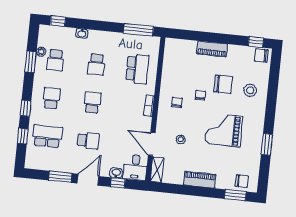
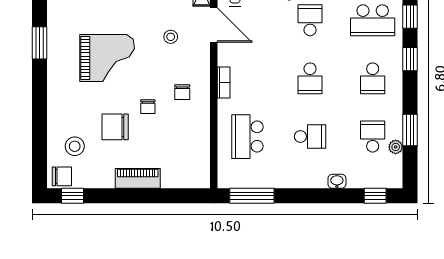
school desk: (96, 65) -> (310, 137), turned 90
stool: (250, 90) -> (75, 146), moved
school desk: (88, 141) -> (310, 20), turned 90

